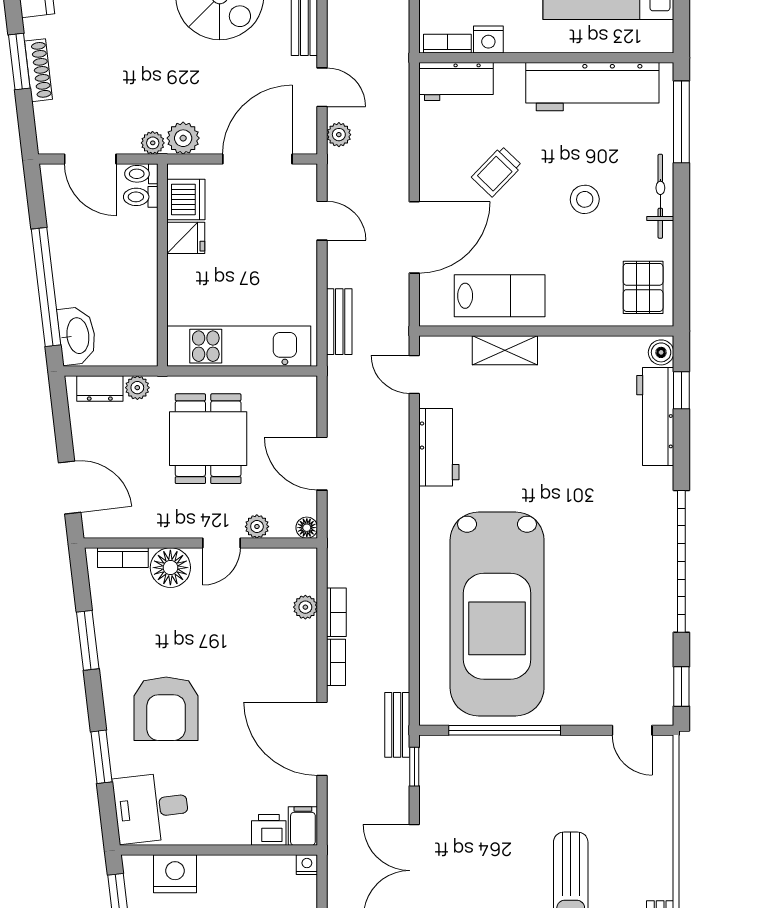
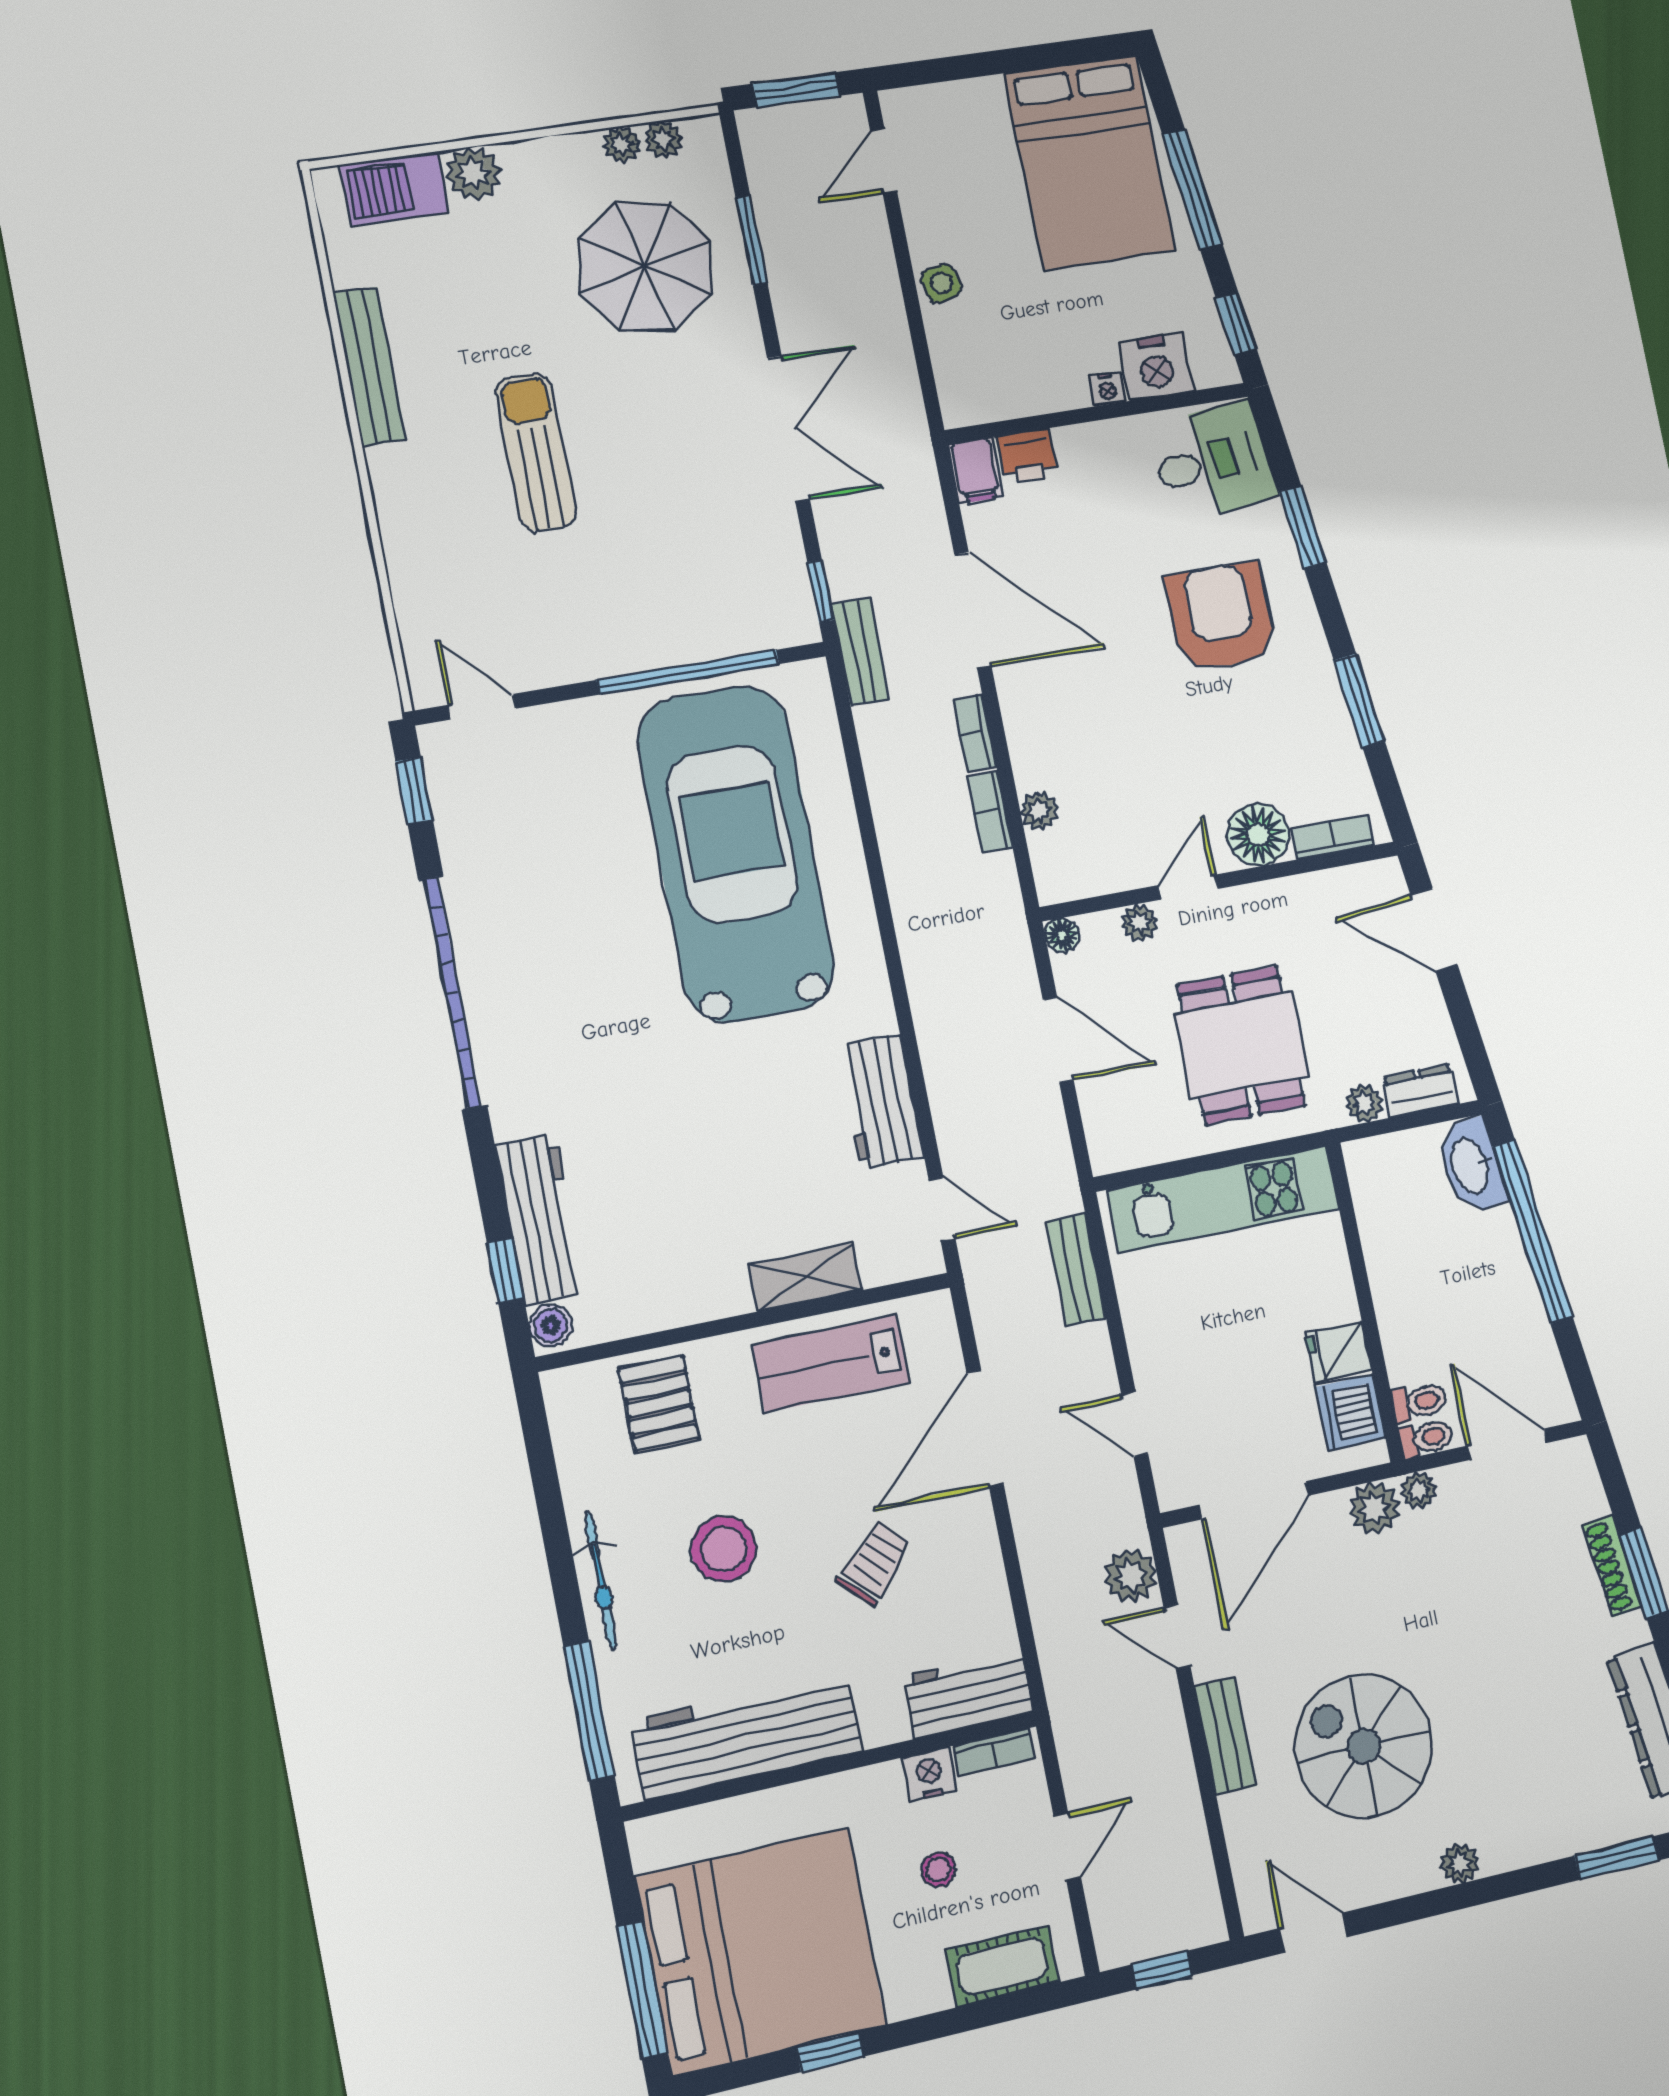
plant: (339, 135) -> (1130, 1576), width x1.38, depth x1.38
stool: (585, 199) -> (724, 1549), width x1.38, depth x1.38
pallet: (643, 287) -> (659, 1404), moved
nightstand: (307, 865) -> (1107, 389), moved

